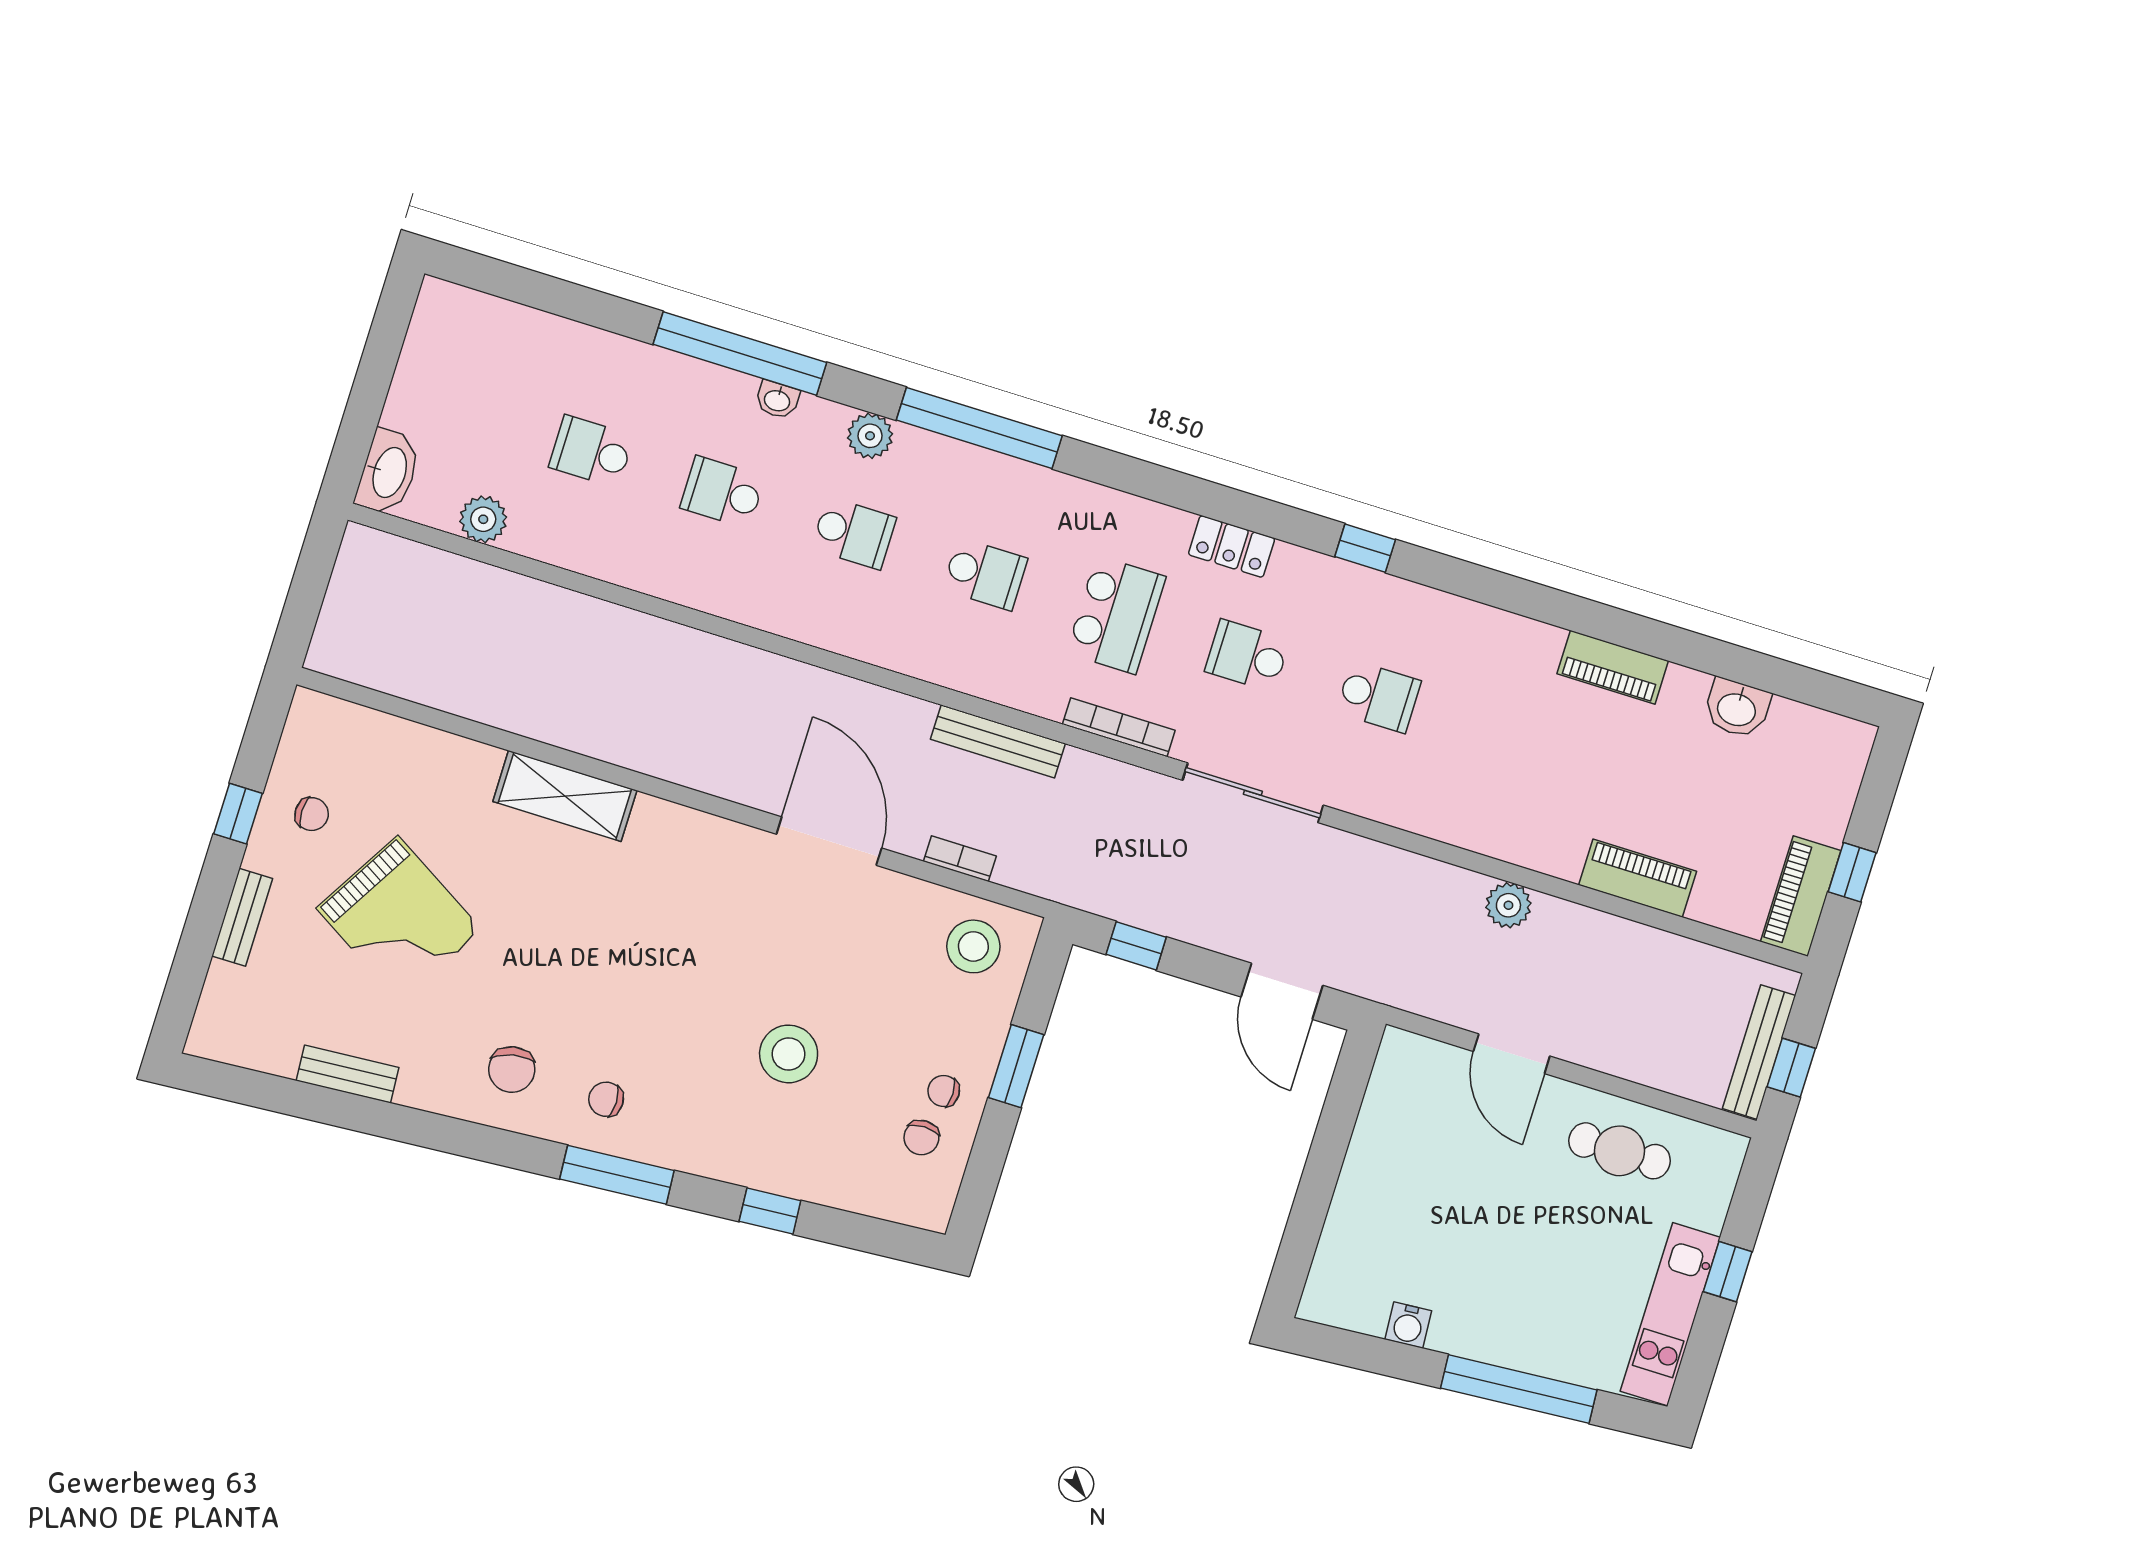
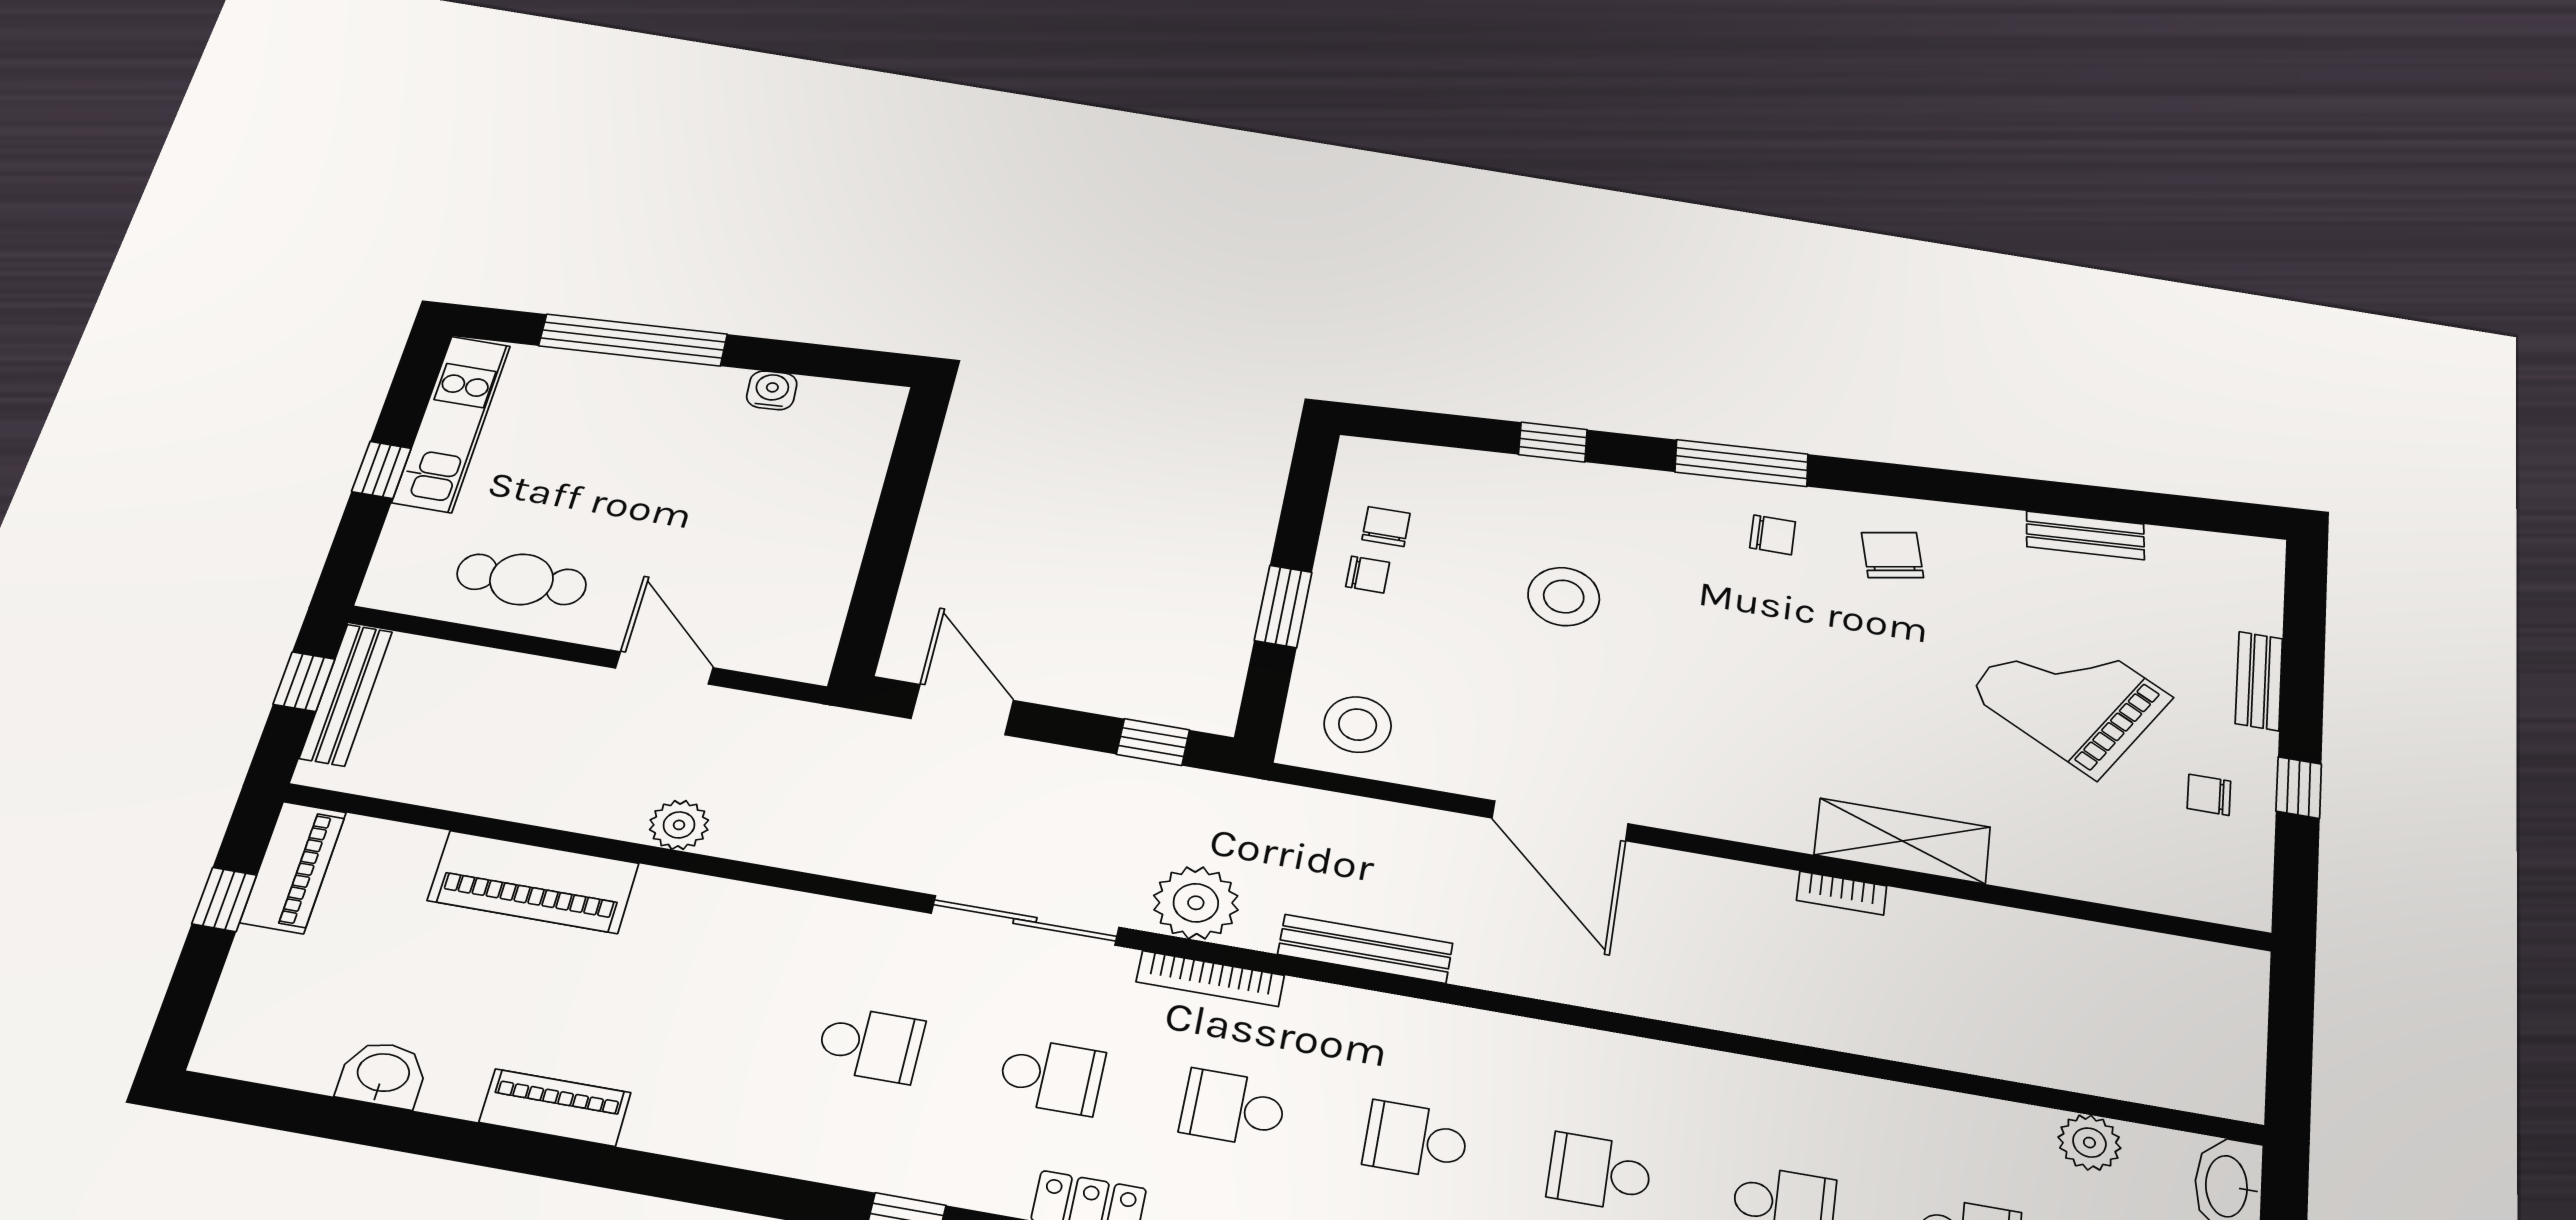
school desk: (1116, 615) -> (1233, 1108), width x0.54
school desk: (1378, 697) -> (870, 1044), turned 180
plant: (1121, 795) -> (1196, 903), added
bookcase: (960, 859) -> (1842, 893), moved
piano: (1638, 878) -> (533, 882), width x1.37, depth x1.33

